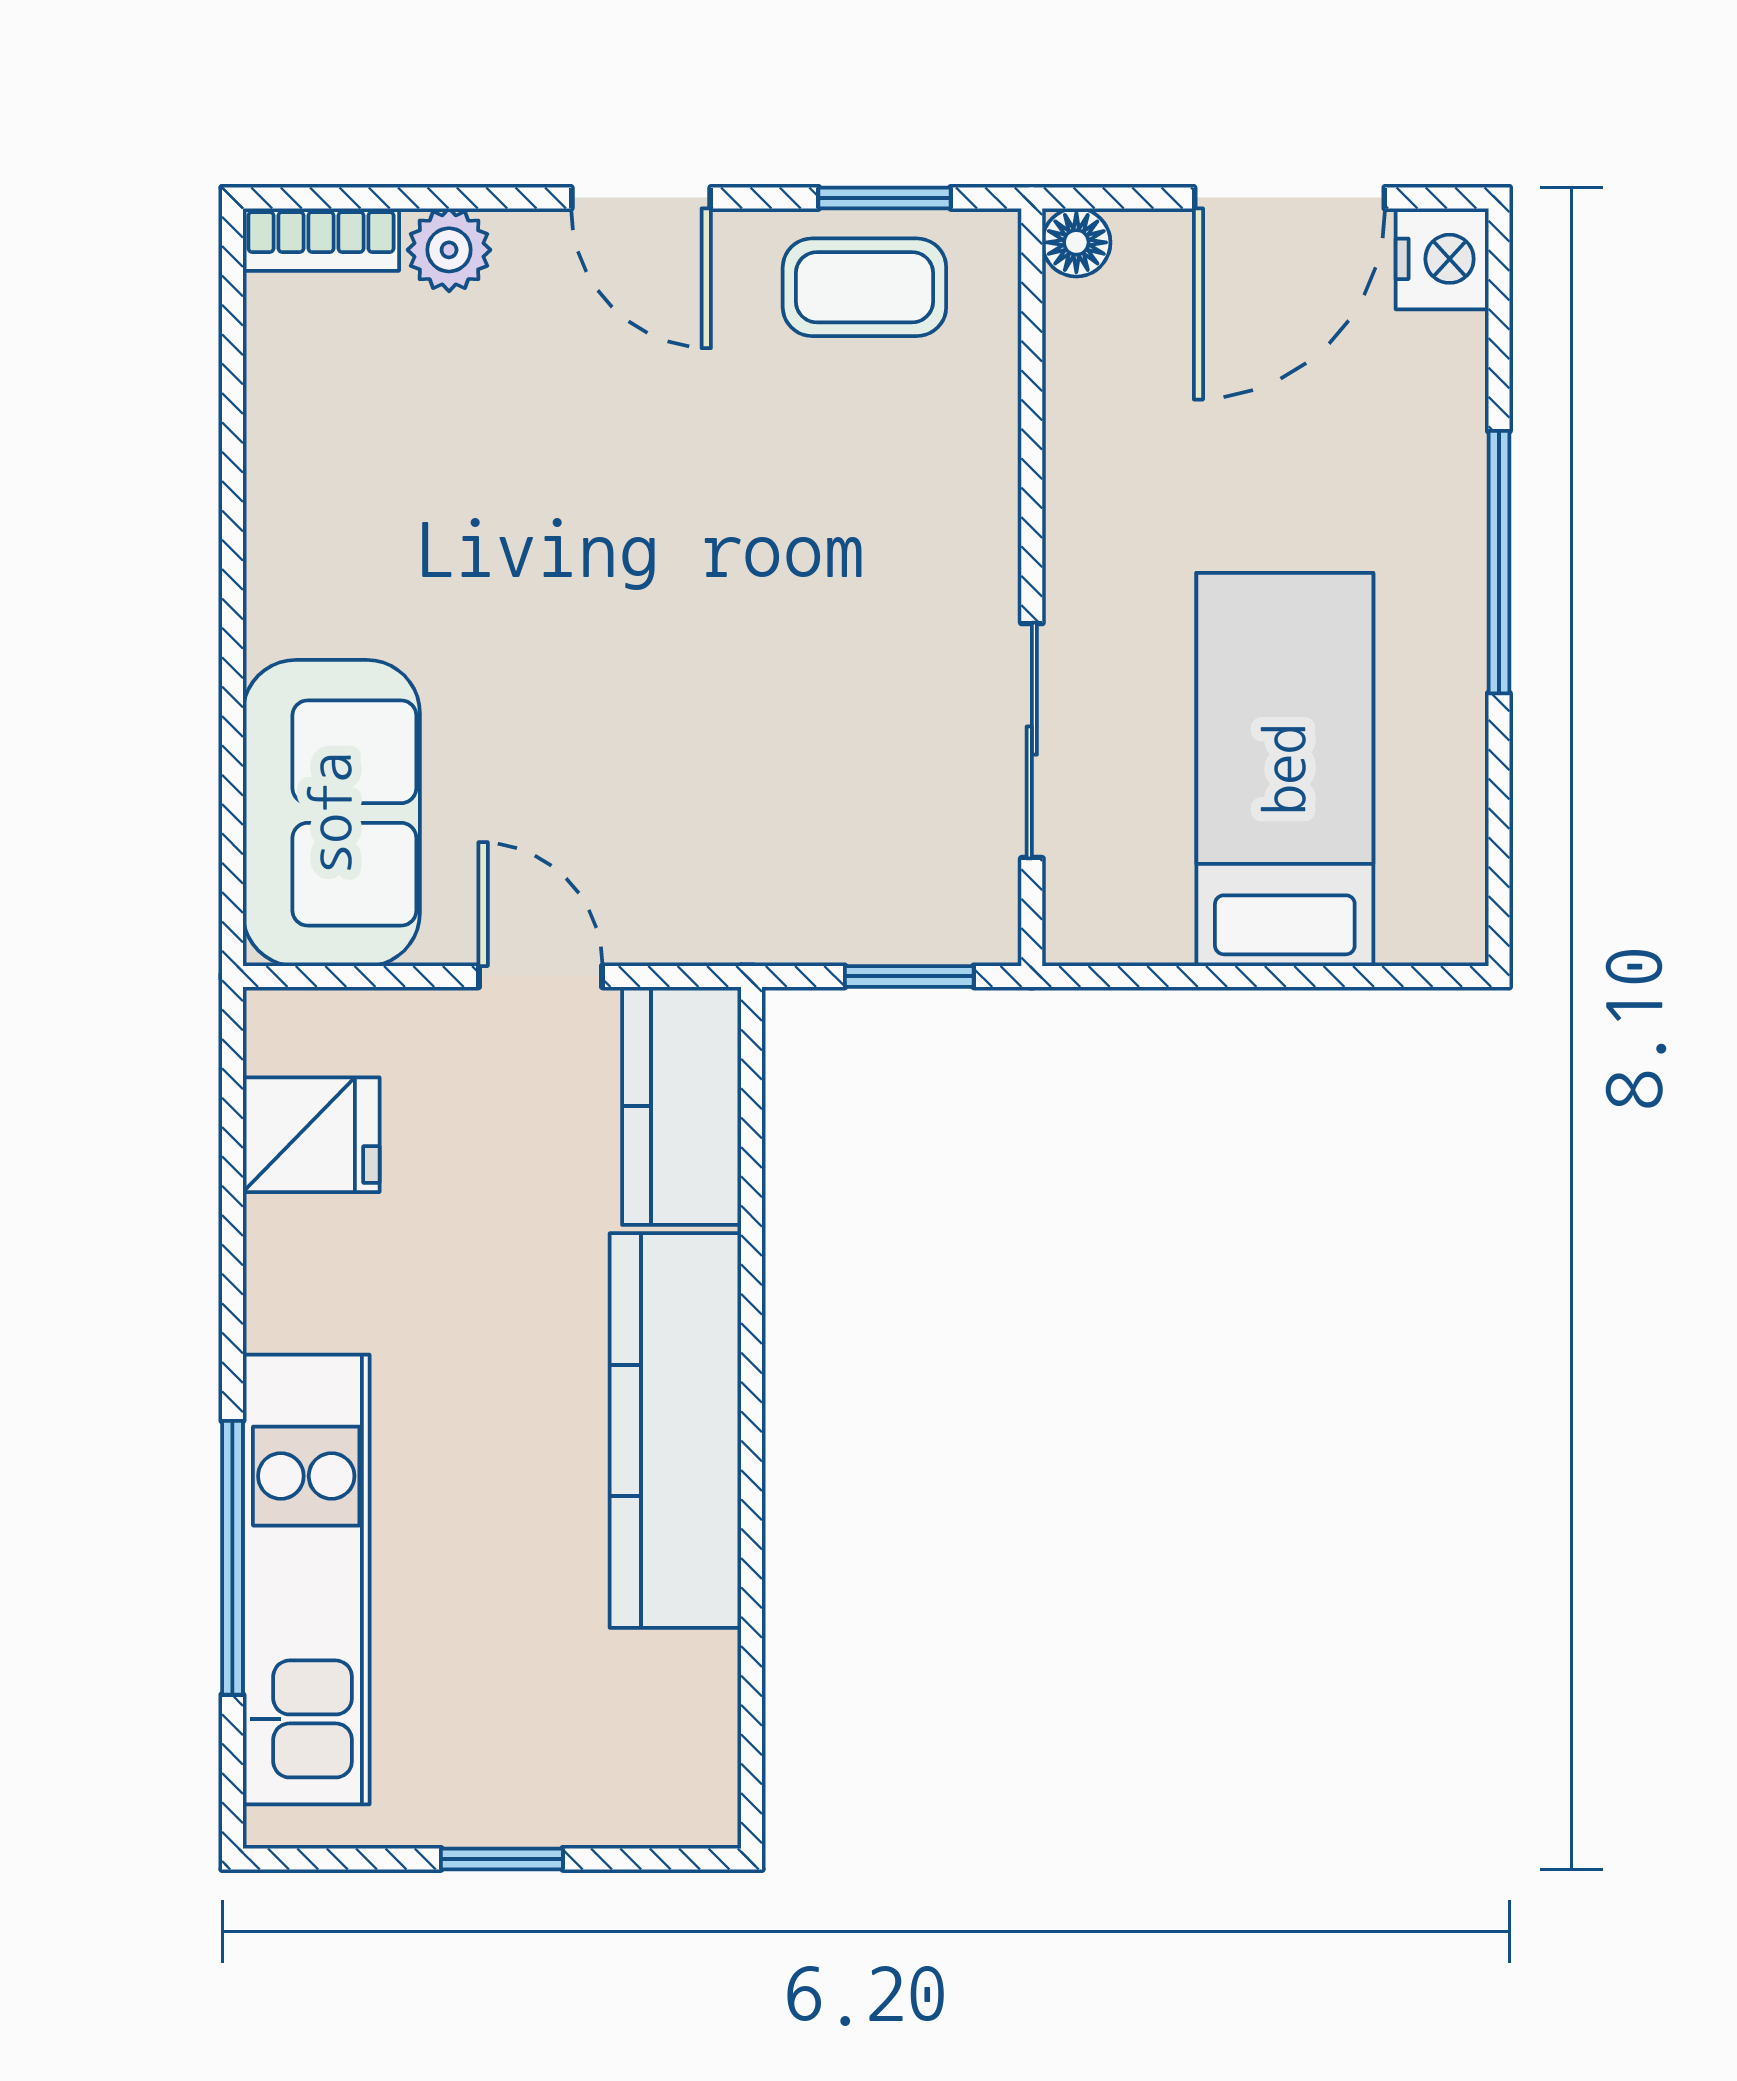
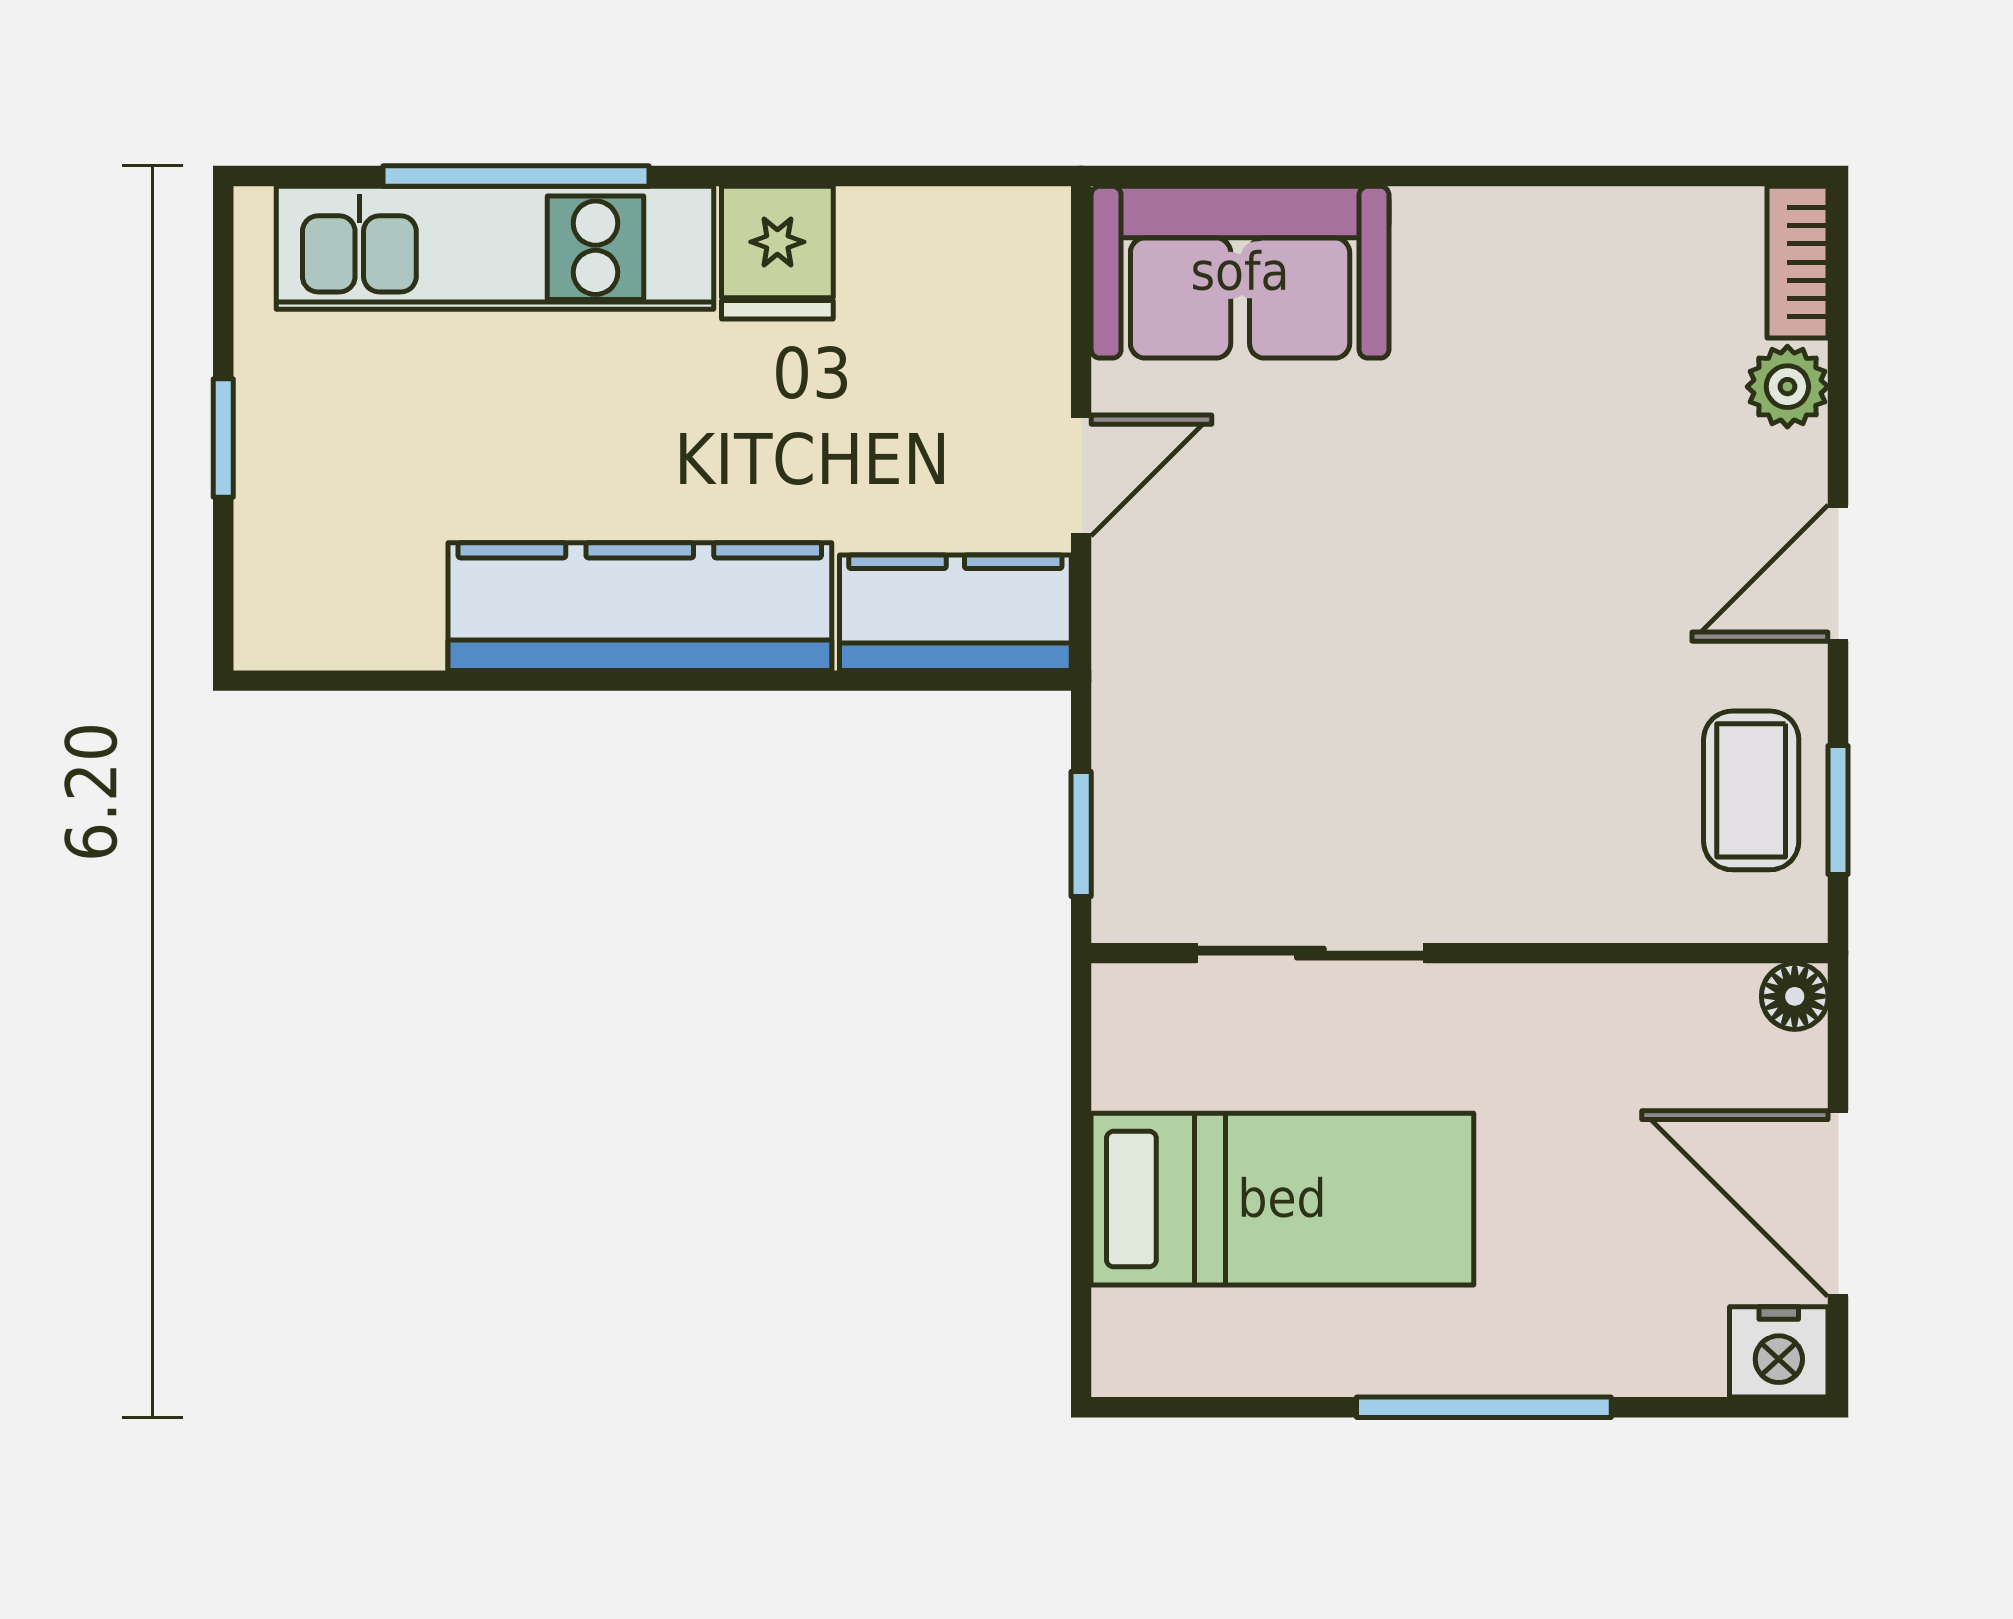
fridge: (311, 1135) -> (777, 253), moved

